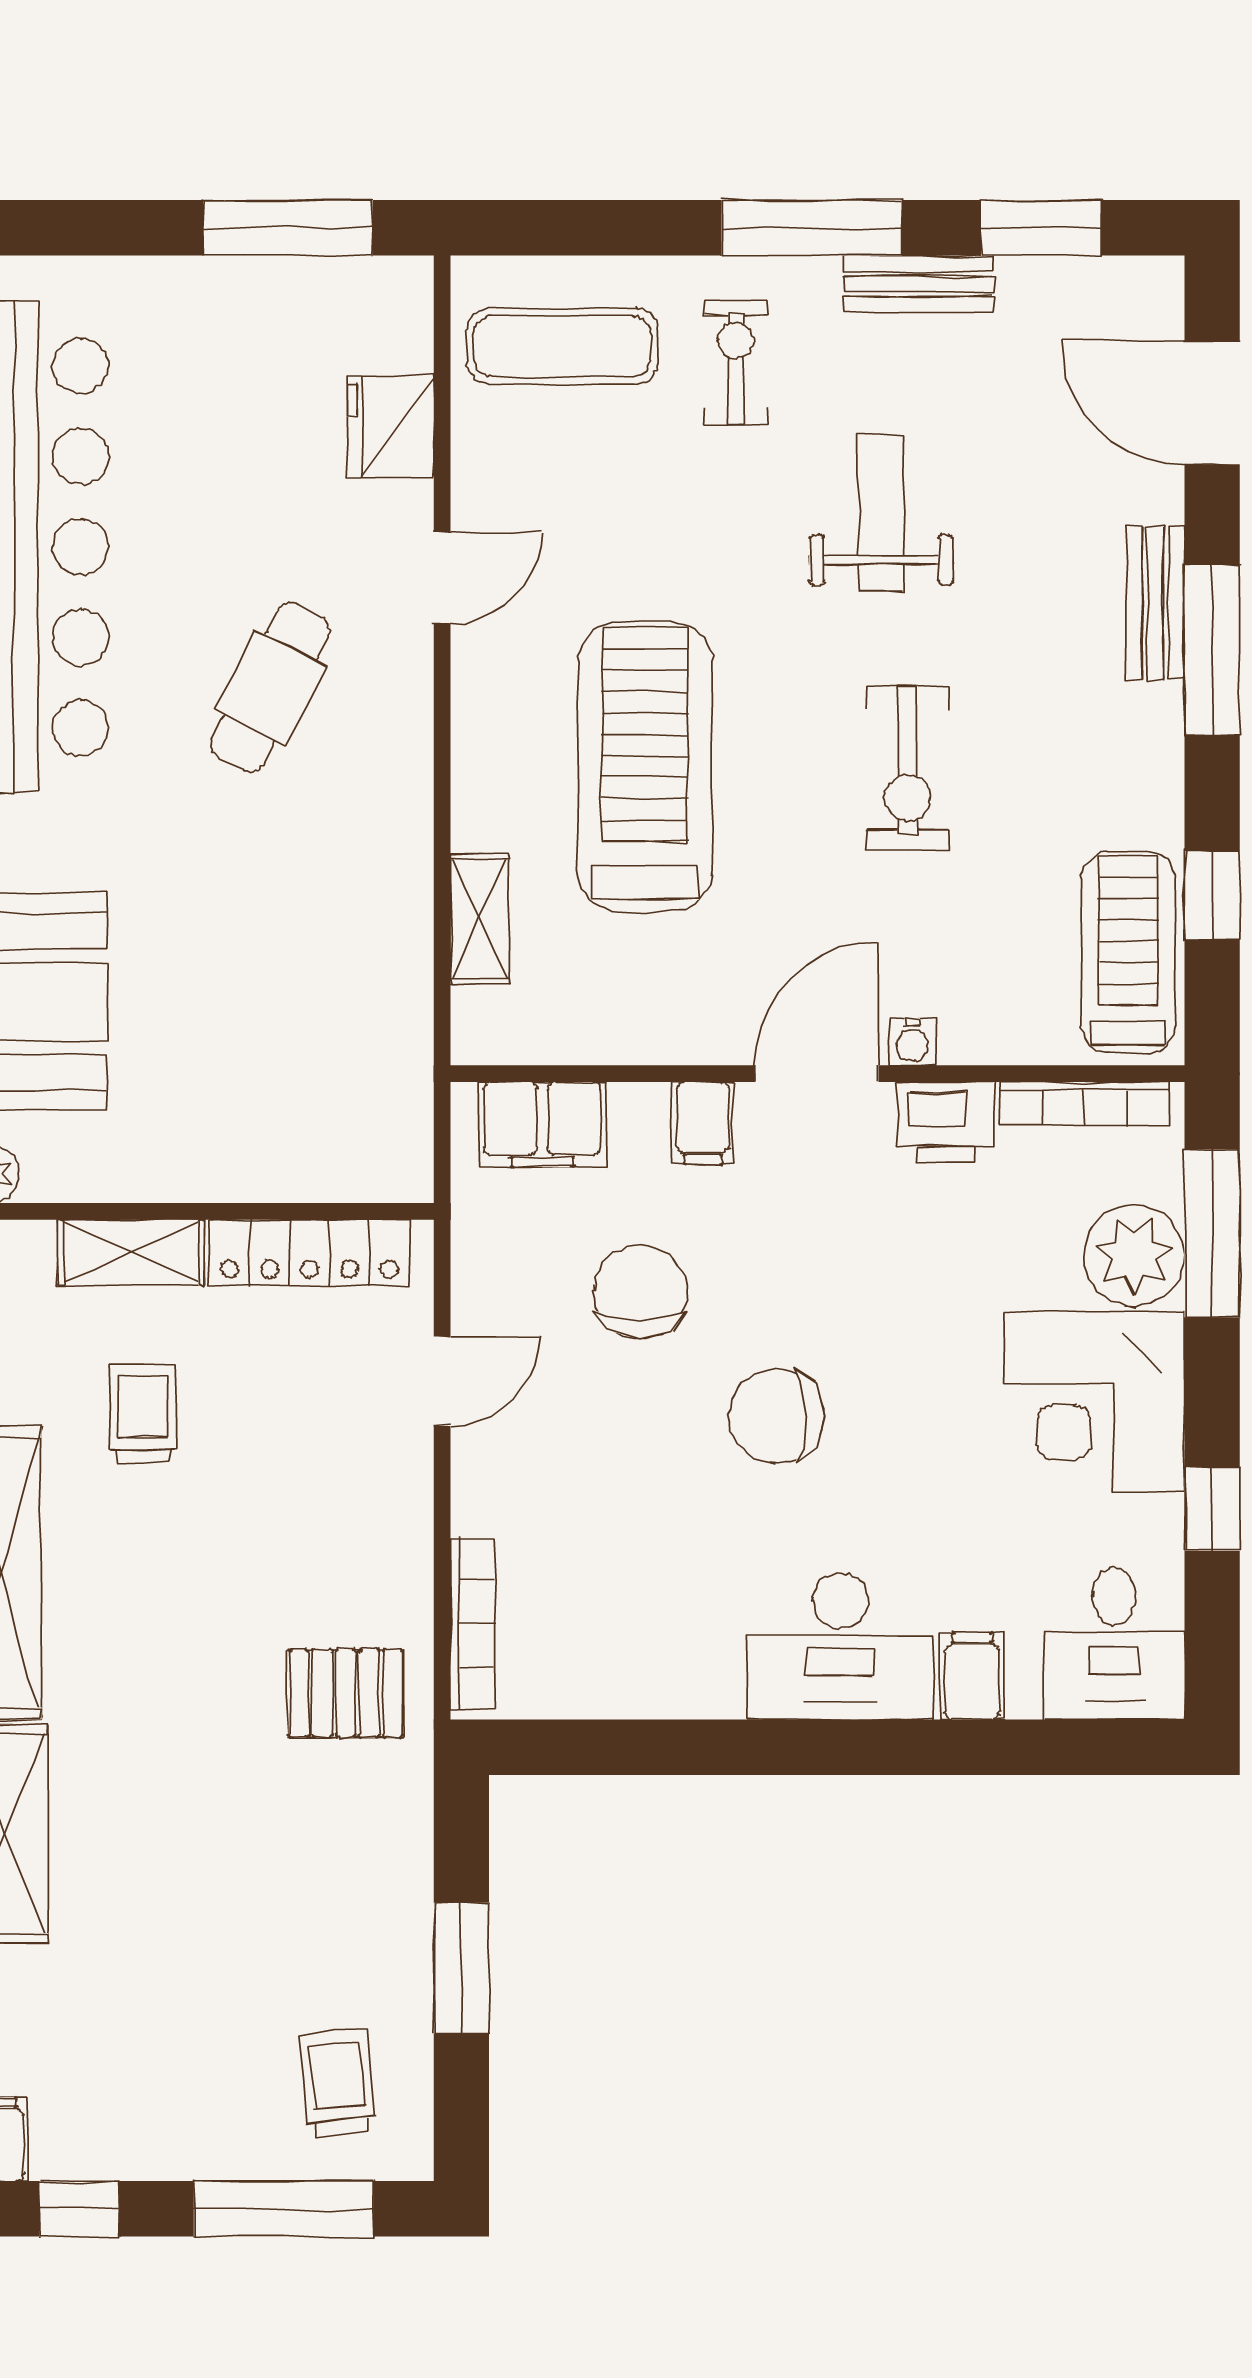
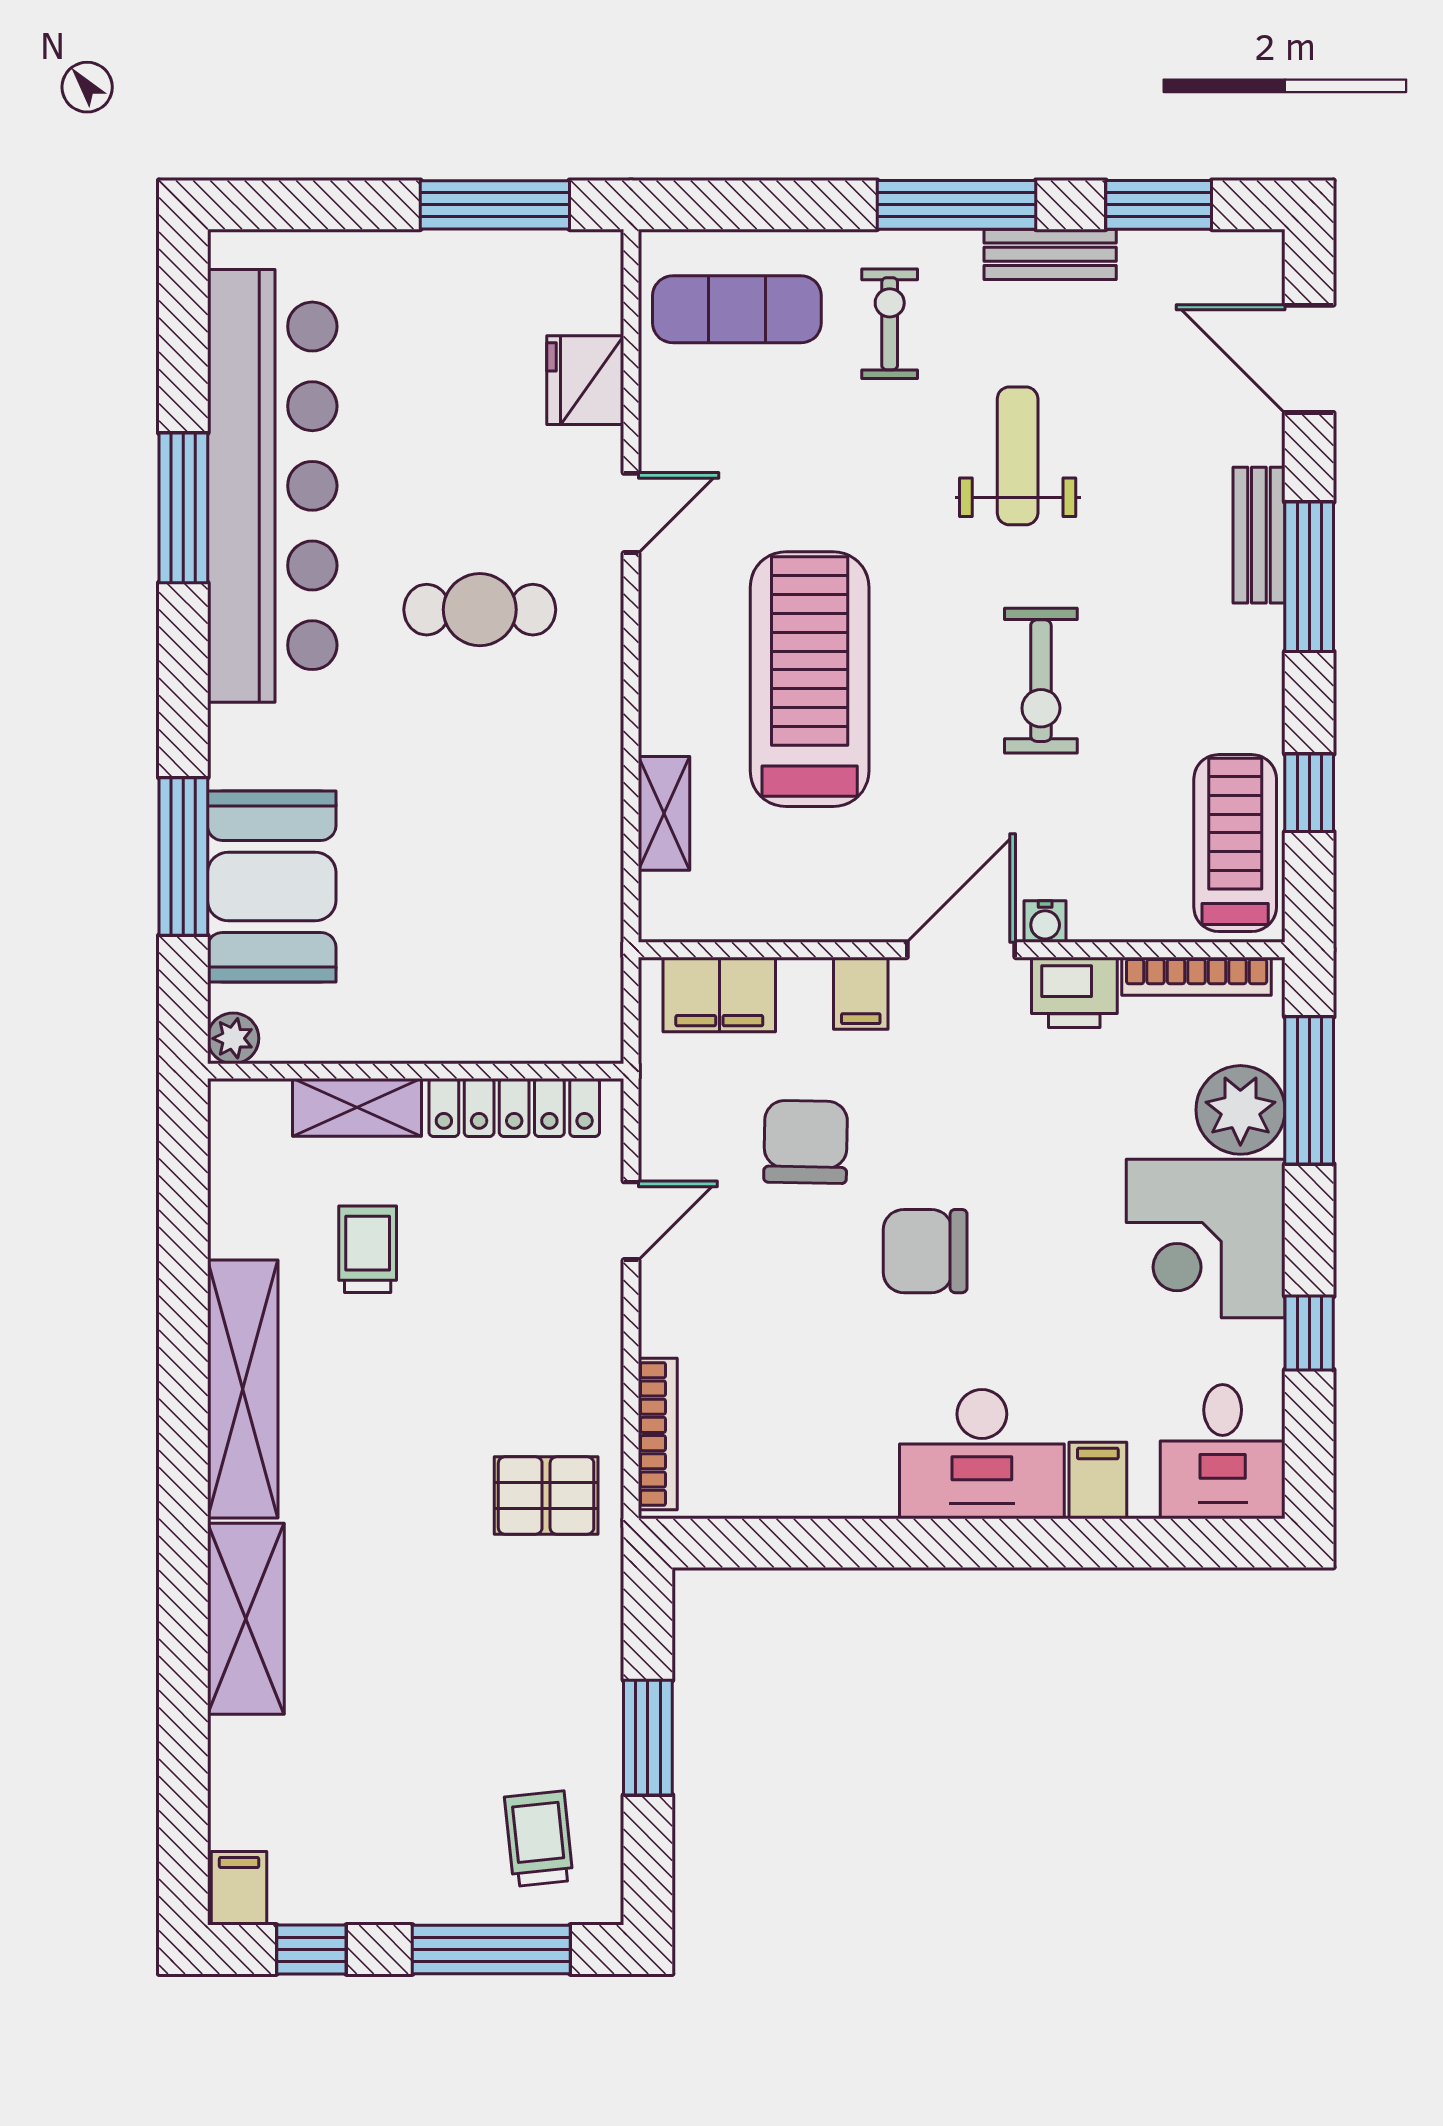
cafe table: (270, 687) -> (480, 610), turned 63

